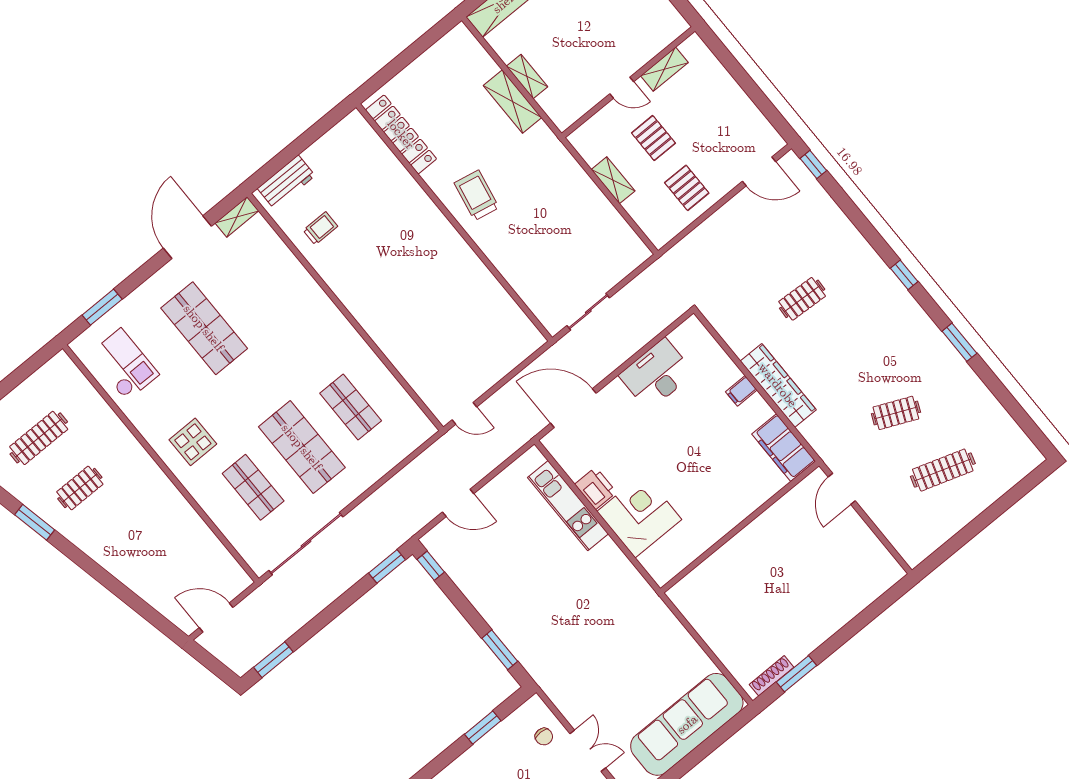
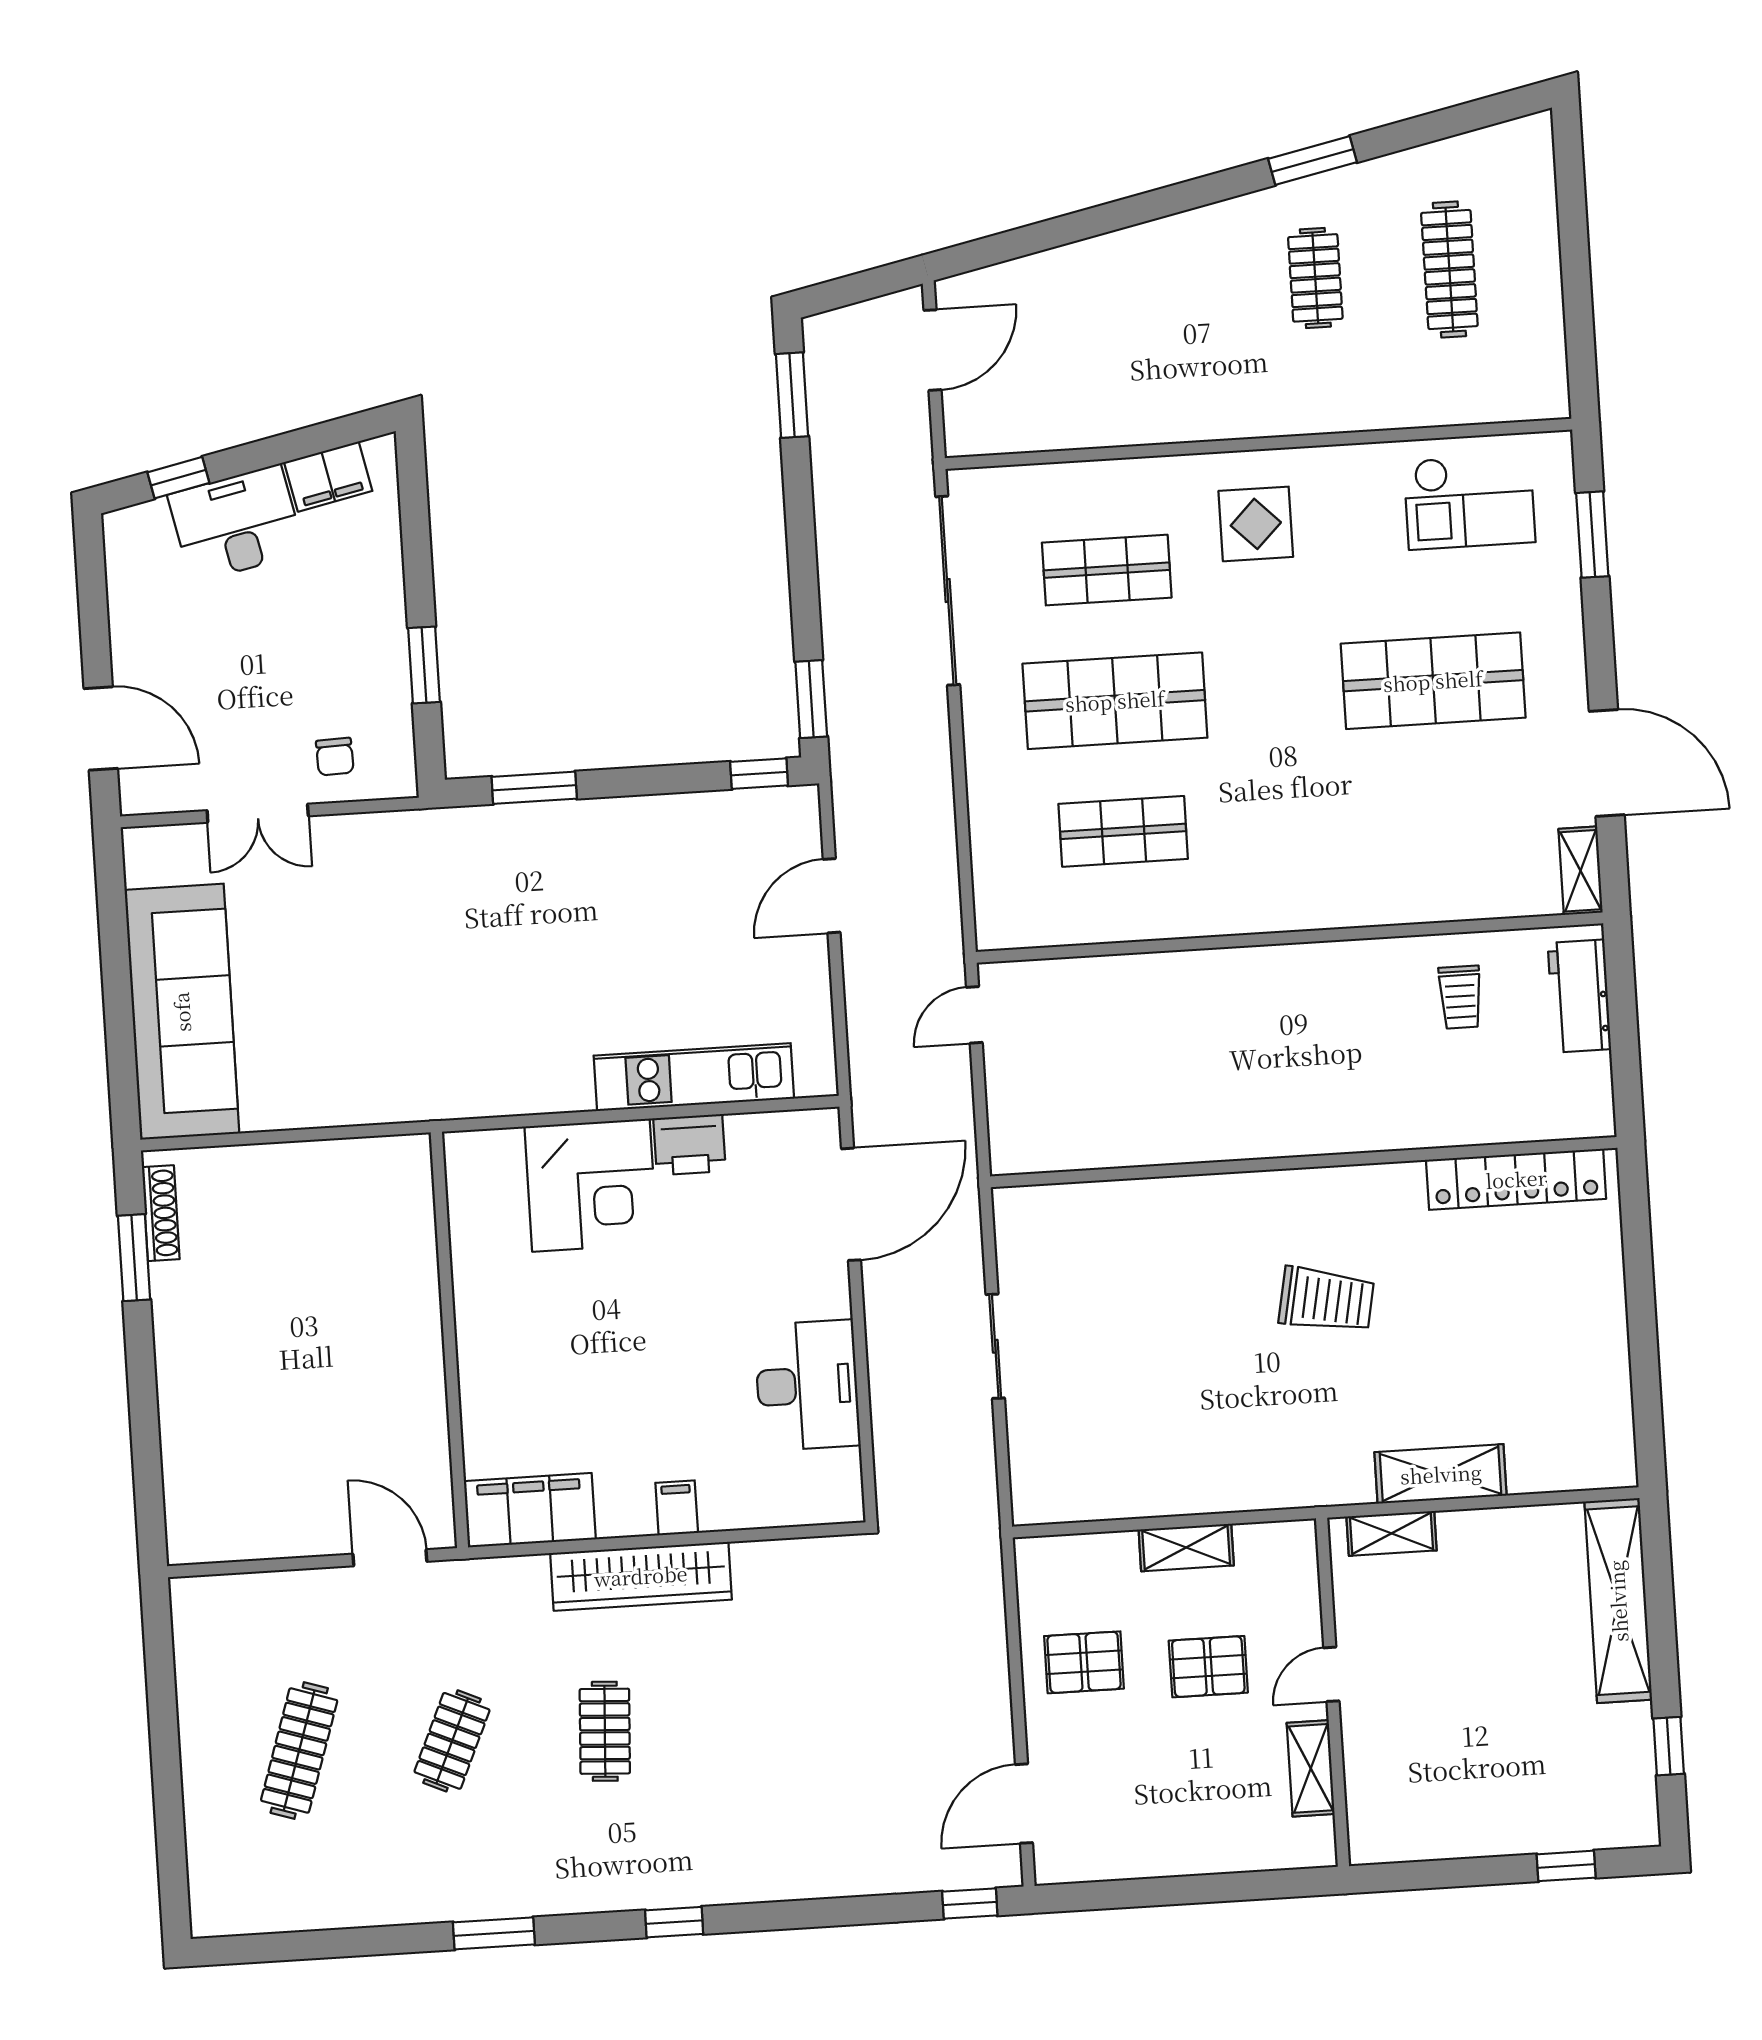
shelving: (527, 76) -> (1392, 1533), moved
locker: (401, 134) -> (1516, 1179), moved
wall: (454, 222) -> (1304, 1162), moved
clothes rail: (802, 299) -> (605, 1731), moved
chair: (544, 737) -> (335, 757), turned -92

